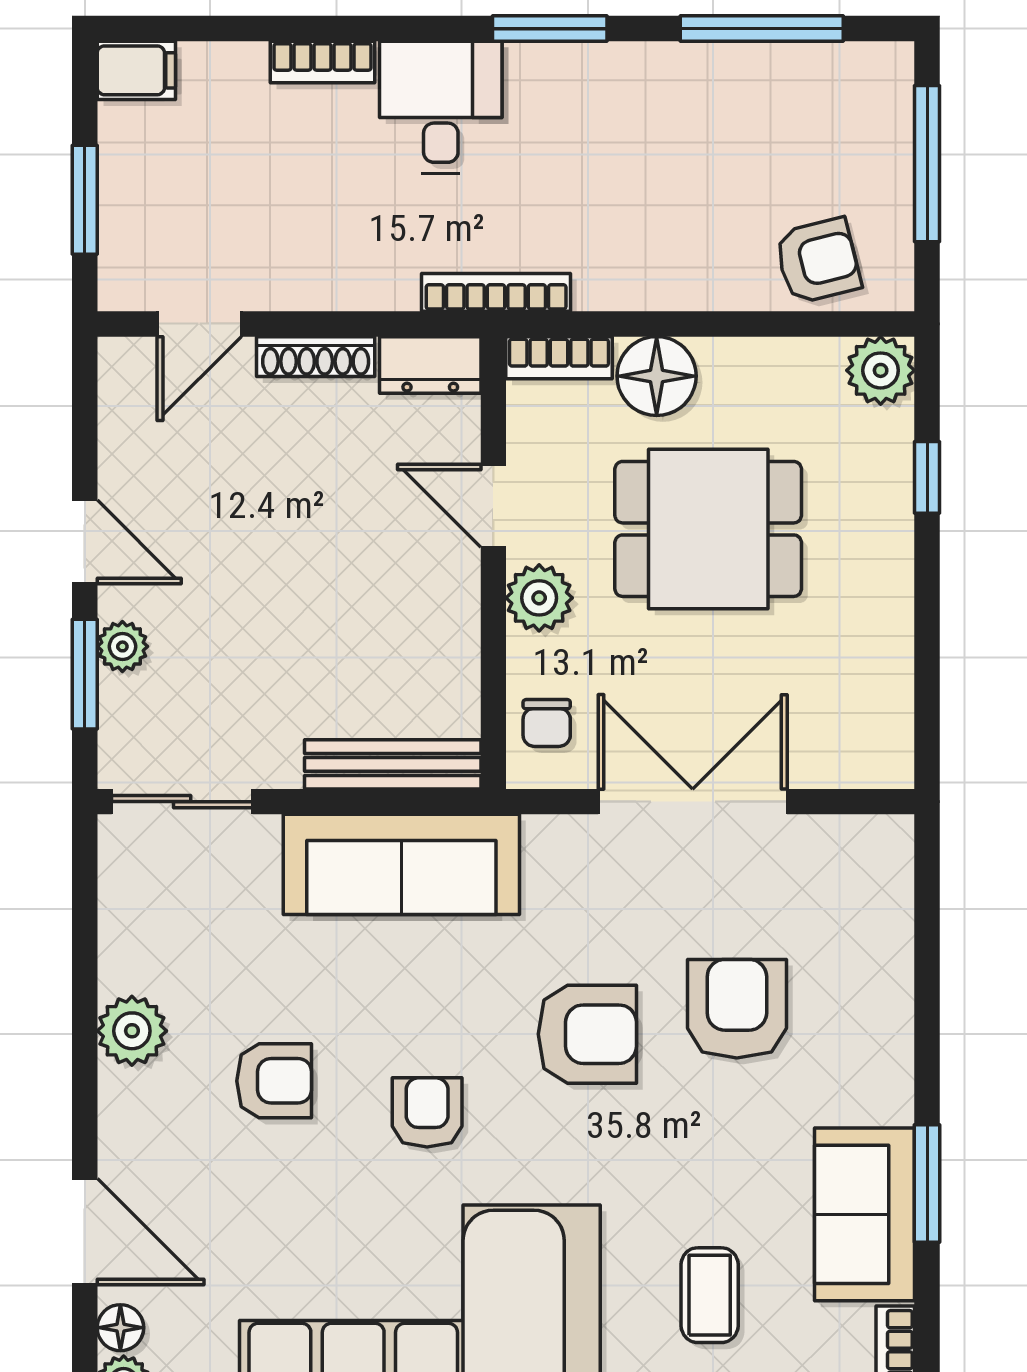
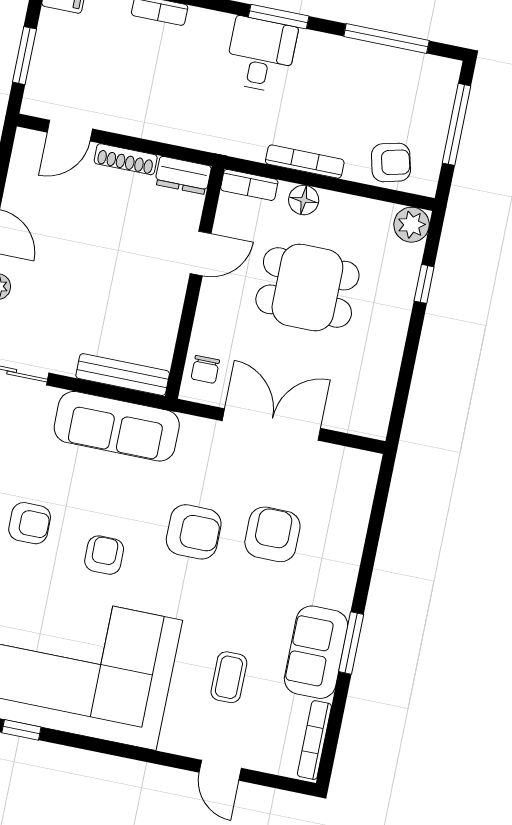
desk: (441, 107) -> (261, 55), moved
bookcase: (496, 292) -> (305, 162), moved
floor lamp: (657, 376) -> (304, 200), width x0.73, depth x0.73
door: (493, 506) -> (201, 253), swing flipped
plant: (539, 598) -> (214, 305), removed

